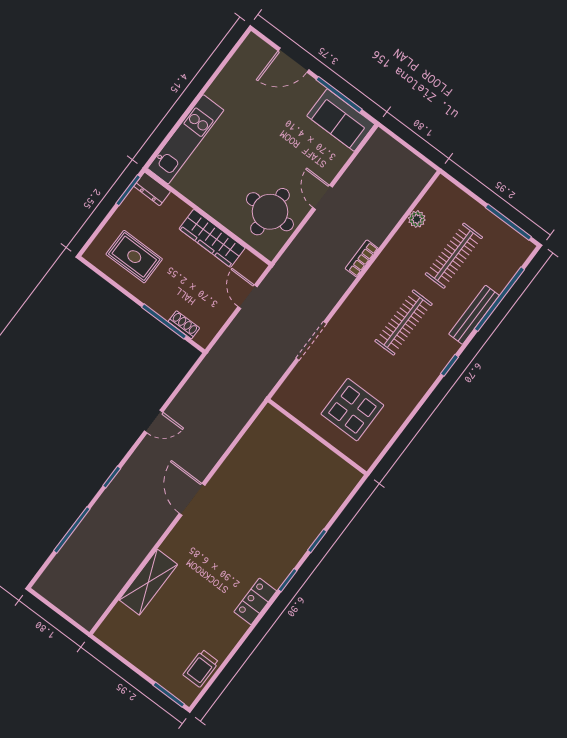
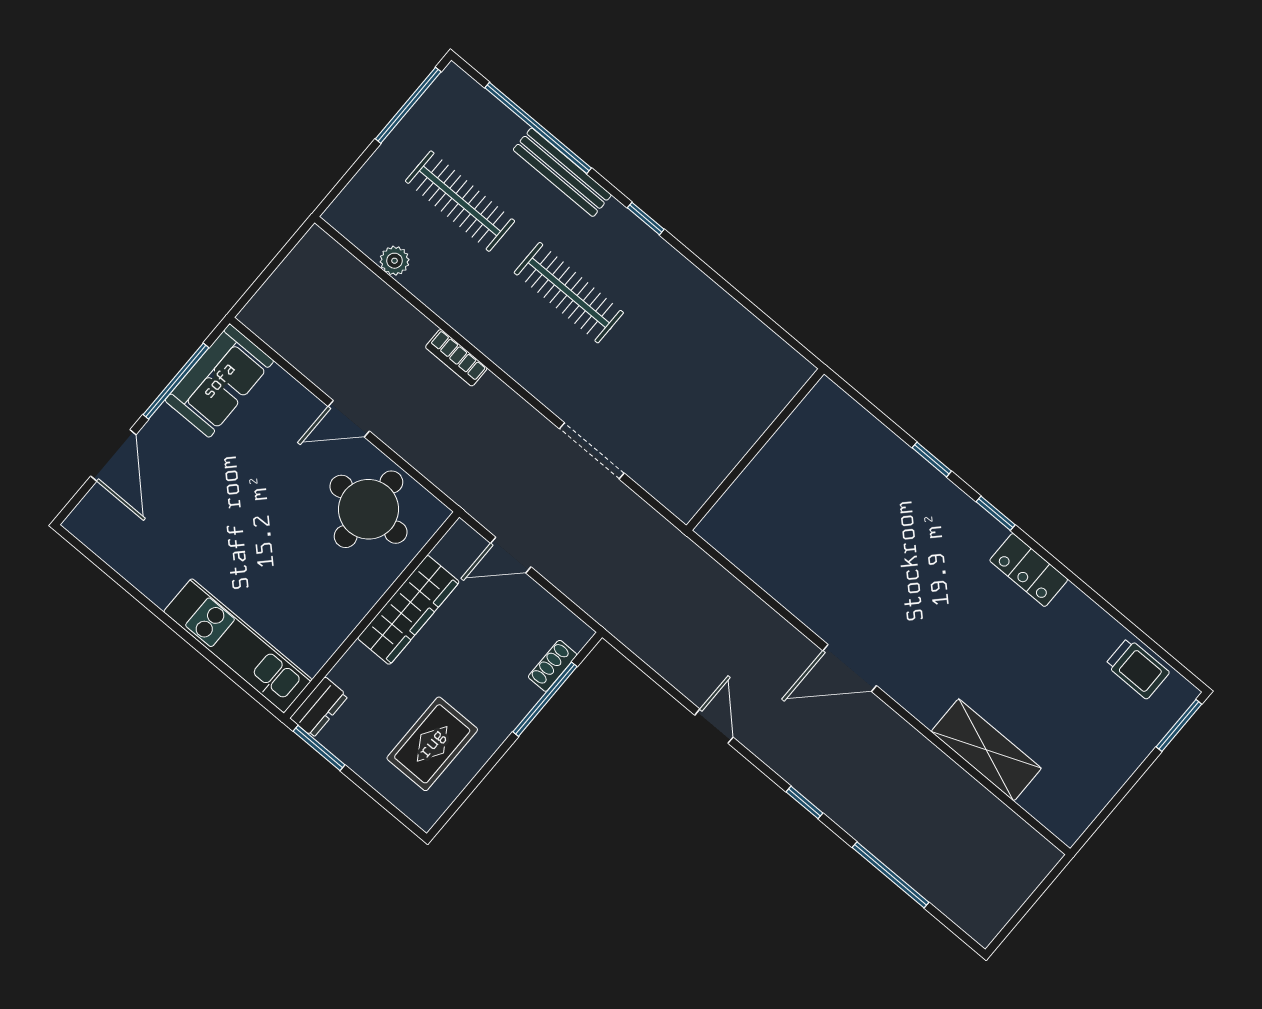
display table: (352, 410) -> (712, 388), removed

